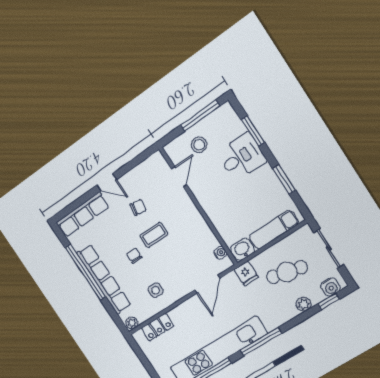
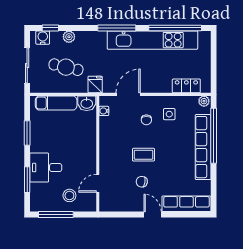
chair: (134, 256) -> (146, 120), moved
window: (85, 272) -> (214, 136), moved

